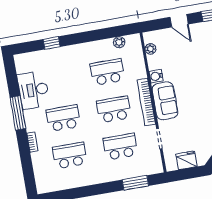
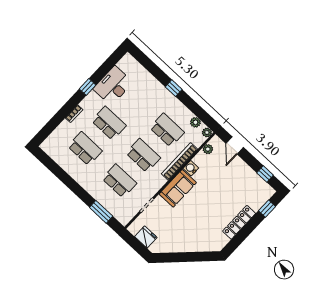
door: (179, 21) -> (235, 145), moved
plant: (135, 39) -> (207, 132), added
window: (52, 43) -> (174, 88), moved
bookcase: (146, 102) -> (179, 161), moved
window: (18, 113) -> (88, 87), width x0.46

